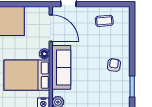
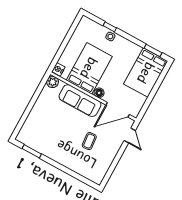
coffee table: (104, 21) -> (89, 141), moved
armchair: (114, 65) -> (58, 146), removed

